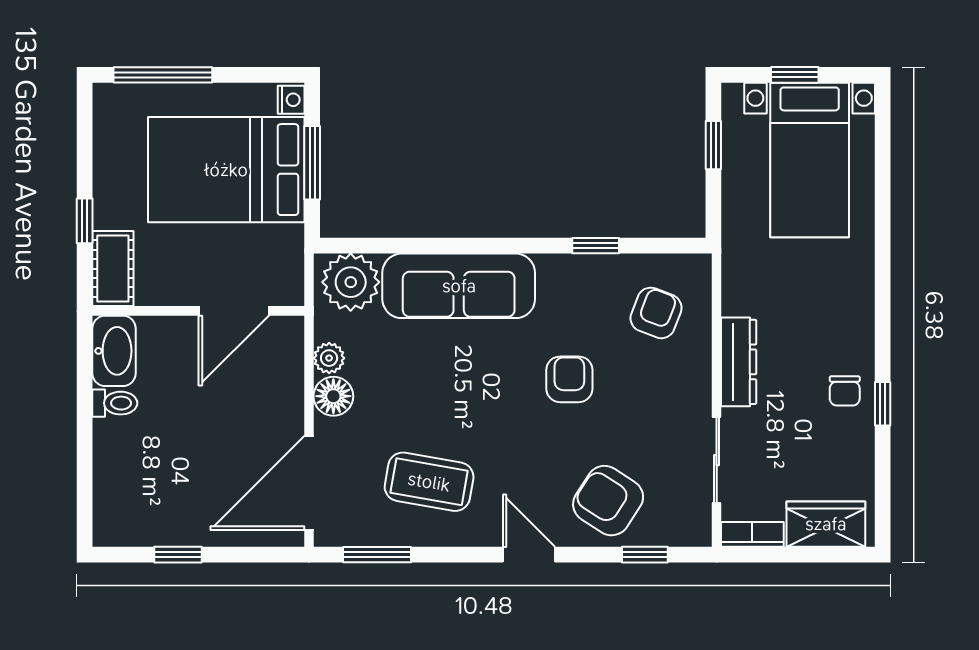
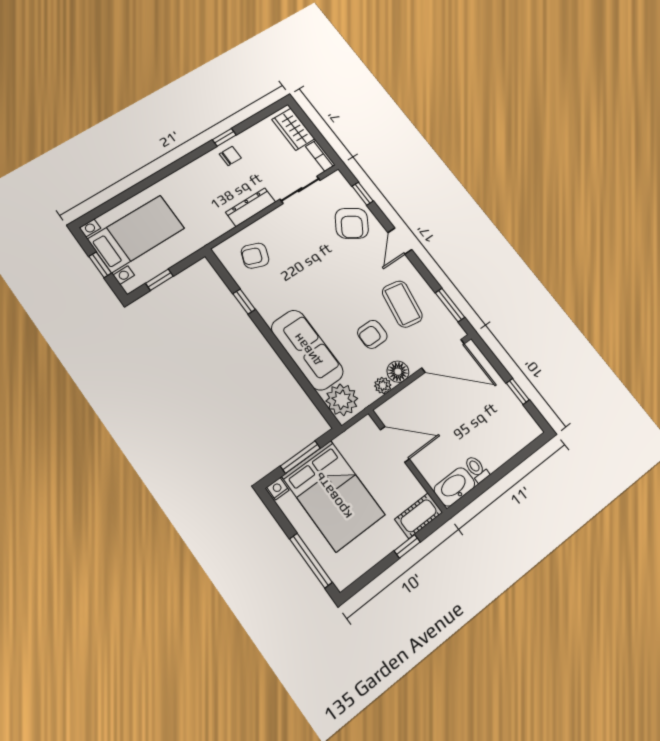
armchair: (569, 379) -> (372, 334), moved

